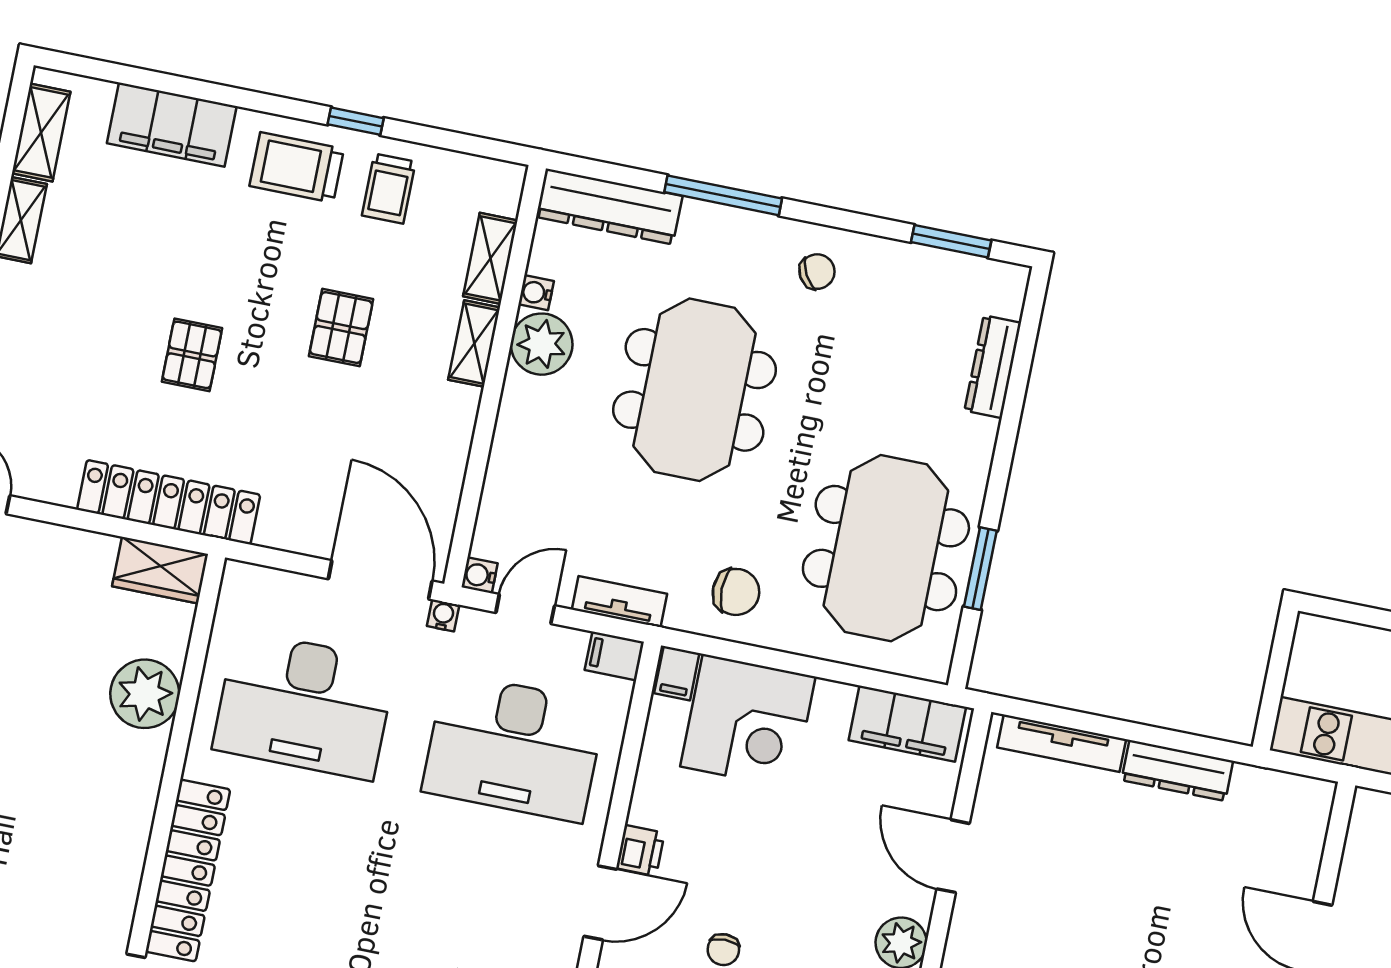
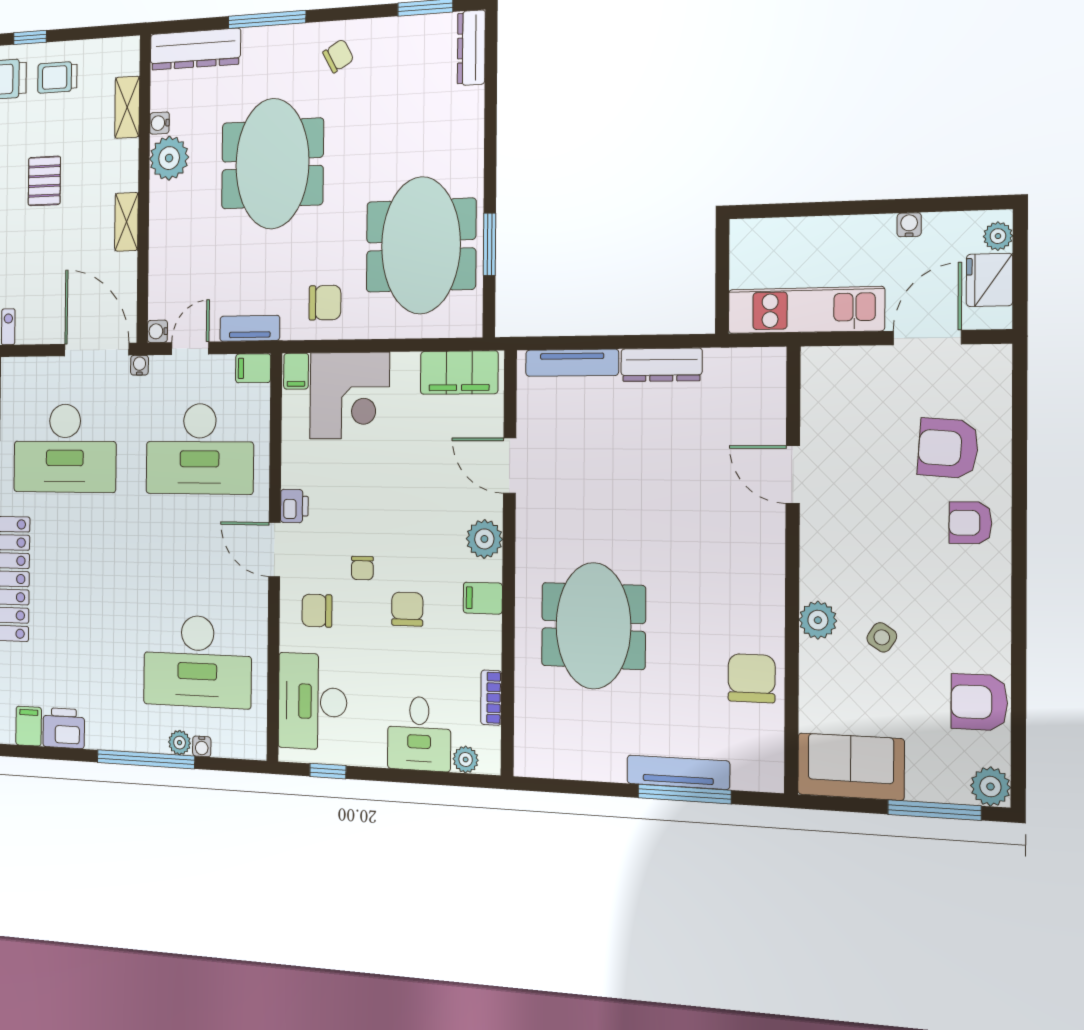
trolley: (389, 189) -> (57, 77), turned 90
shelving: (474, 344) -> (126, 222), moved
dresser: (993, 367) -> (471, 48), moved
door: (600, 903) -> (274, 550), swing flipped

